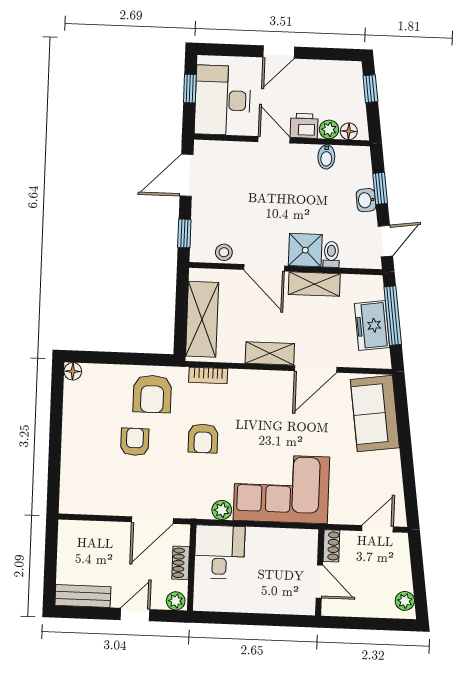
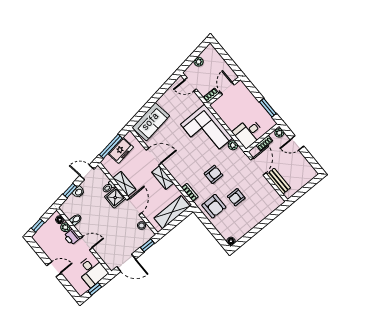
desk: (223, 100) -> (92, 271), width x0.73
door: (274, 140) -> (86, 243), swing flipped
armchair: (152, 394) -> (214, 206), turned 90
door: (152, 520) -> (258, 166), hinge flipped
bench: (83, 596) -> (279, 181), moved
plant: (405, 601) -> (199, 62), moved
window: (232, 618) -> (268, 108), added

